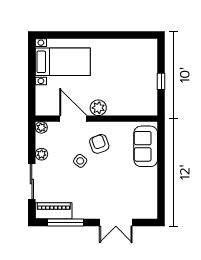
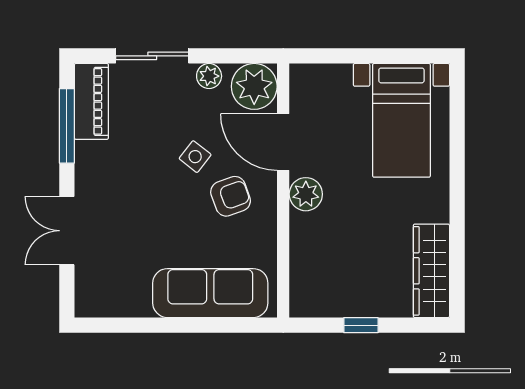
wardrobe: (135, 47) -> (431, 271), added
door: (73, 119) -> (283, 142), swing flipped
plant: (41, 127) -> (254, 86), width x1.87, depth x1.87
sofa: (146, 146) -> (210, 293), width x1.36

